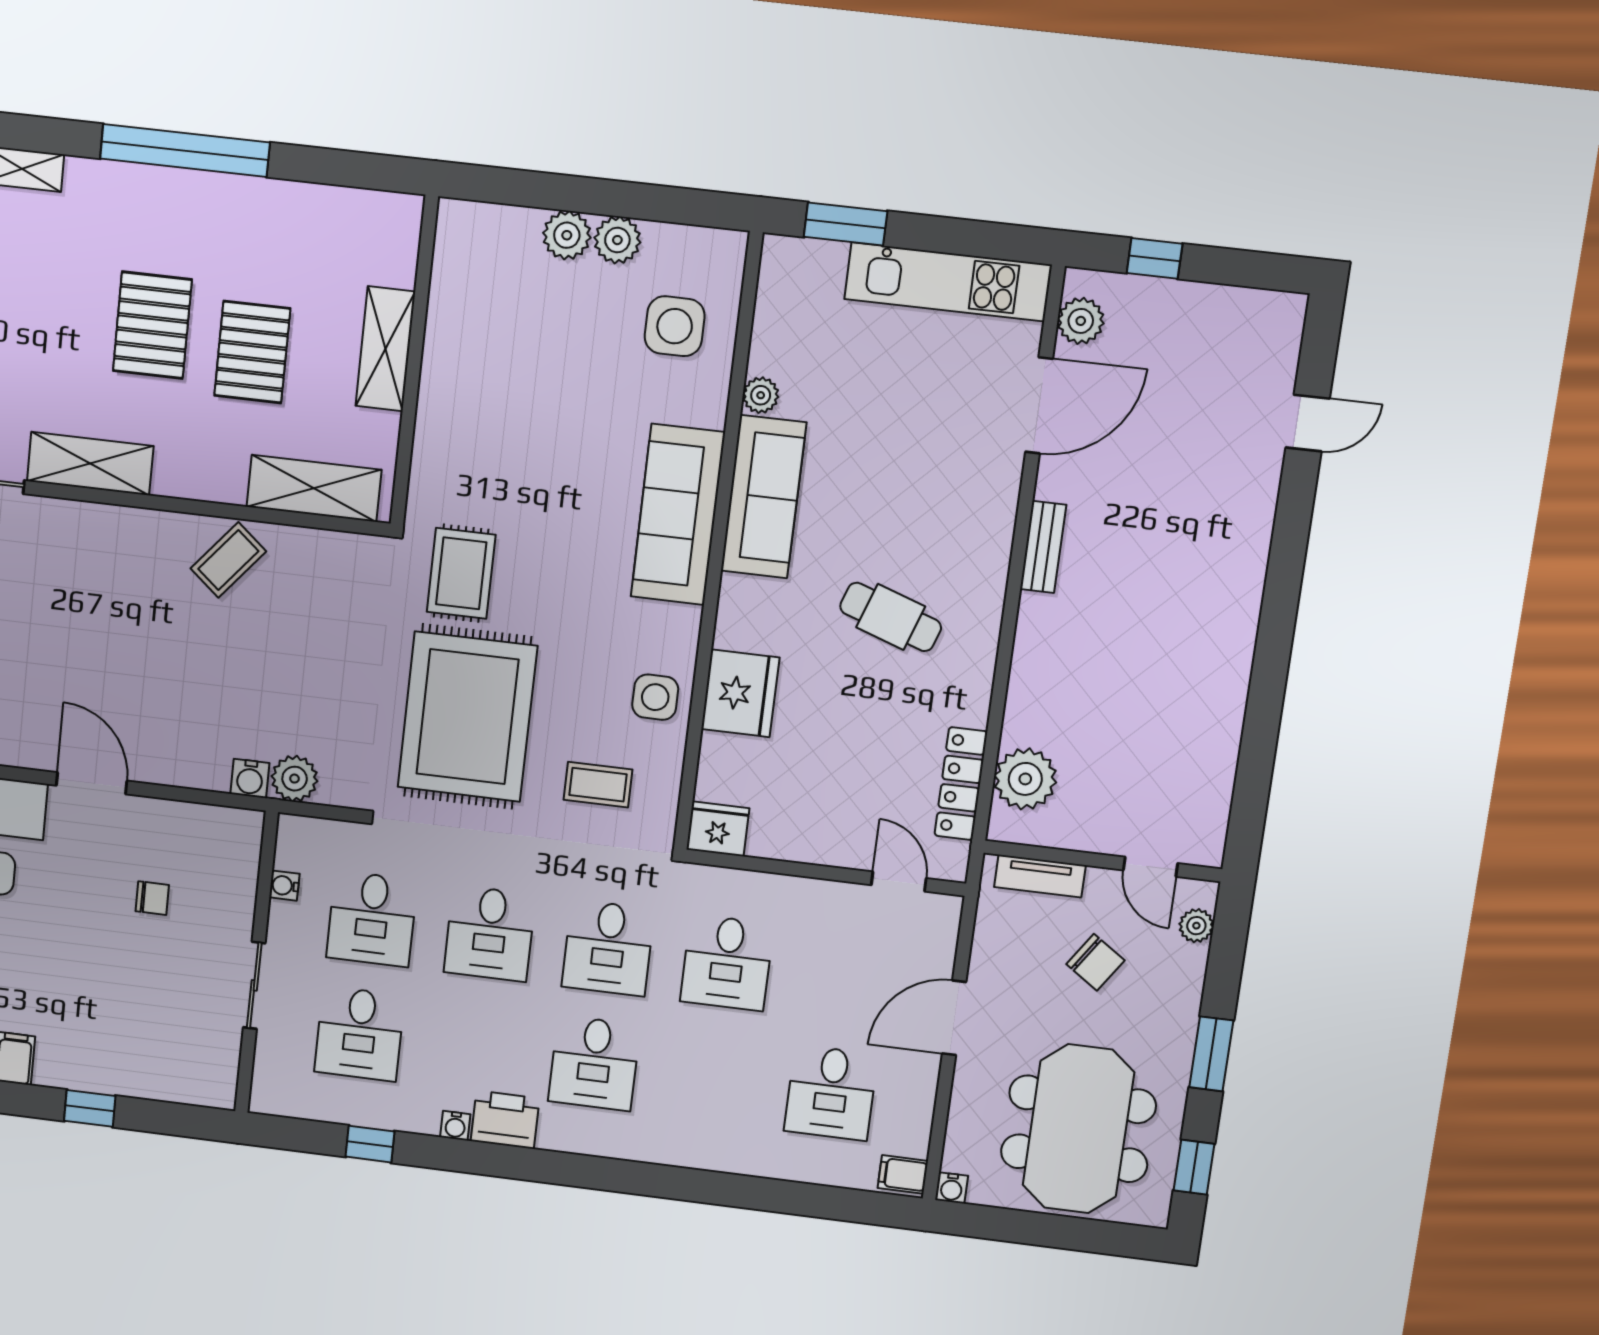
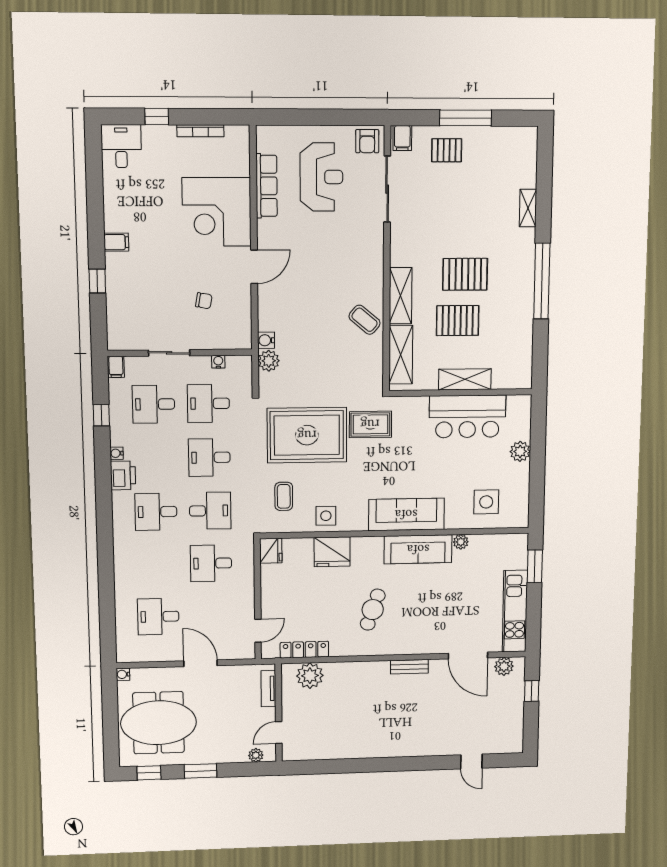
plant: (617, 240) -> (520, 473), removed
bar counter: (470, 351) -> (467, 416), added
shelving: (90, 464) -> (401, 296), moved
chair: (152, 898) -> (204, 301), turned -80
desk: (608, 948) -> (210, 511), turned 180
chair: (1095, 962) -> (234, 717), removed
filing cabinet: (903, 1174) -> (116, 367), moved, turned 180

